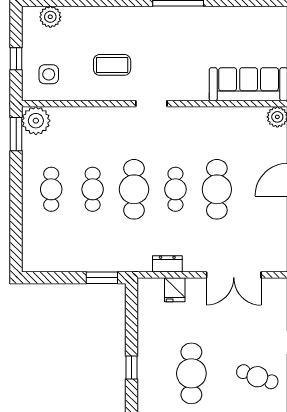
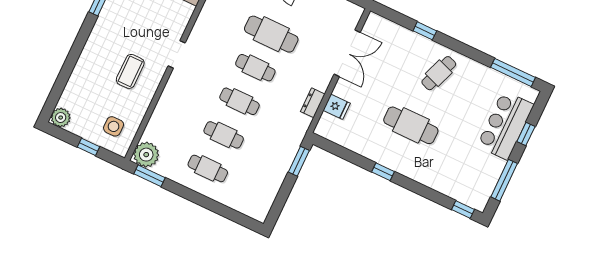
plant: (50, 17) -> (61, 118), moved
cafe table: (134, 189) -> (239, 101), width x0.73, depth x0.74

